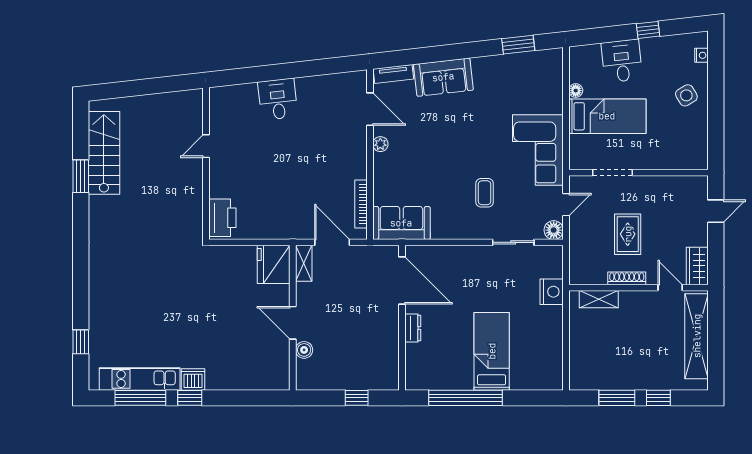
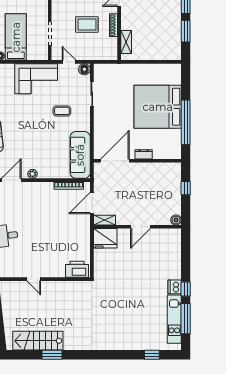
sofa: (401, 223) -> (80, 155), width x1.36
nightstand: (552, 292) -> (122, 71), removed
boiler: (304, 350) -> (176, 220), moved
bed: (492, 351) -> (158, 107), width x2.04

